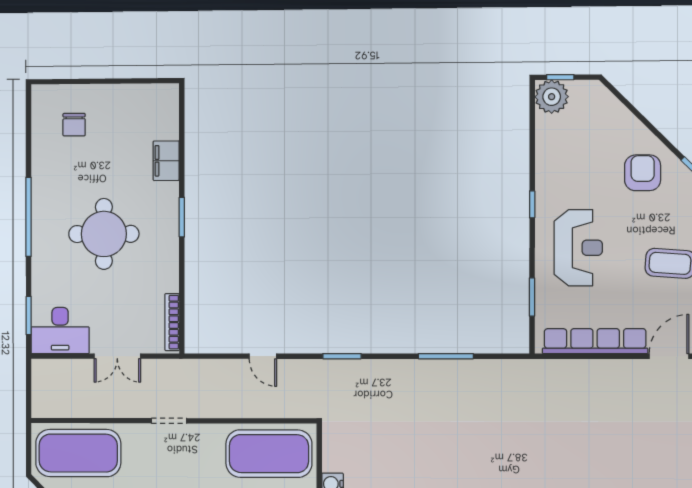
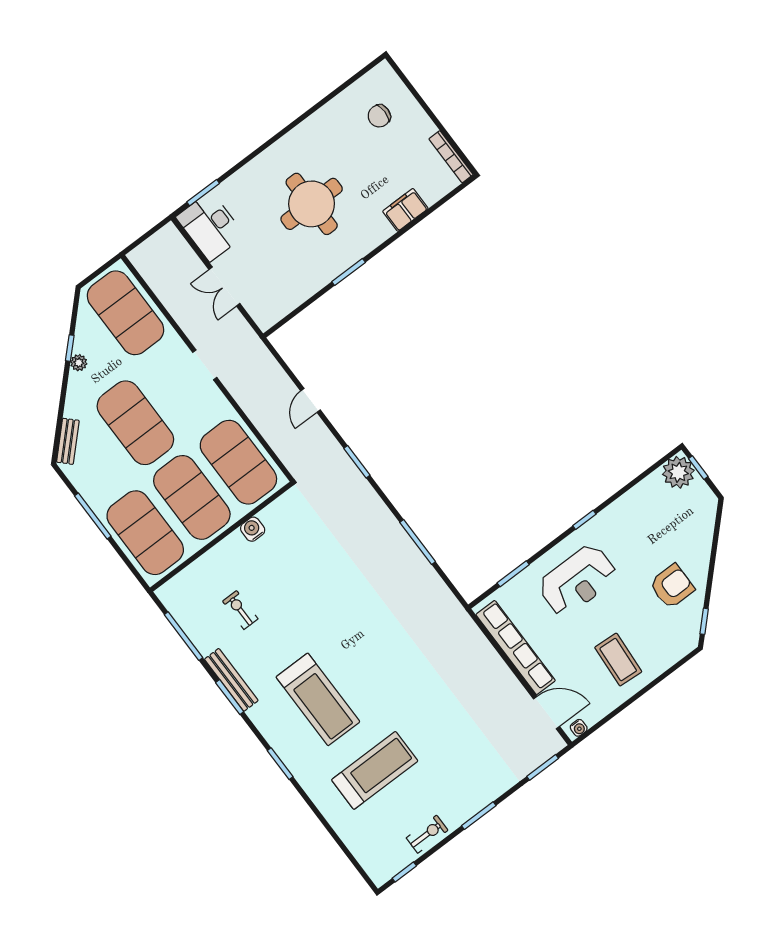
window: (29, 217) -> (280, 134), removed
window: (182, 217) -> (349, 272), moved
bookcase: (172, 322) -> (451, 157), moved, turned -90

